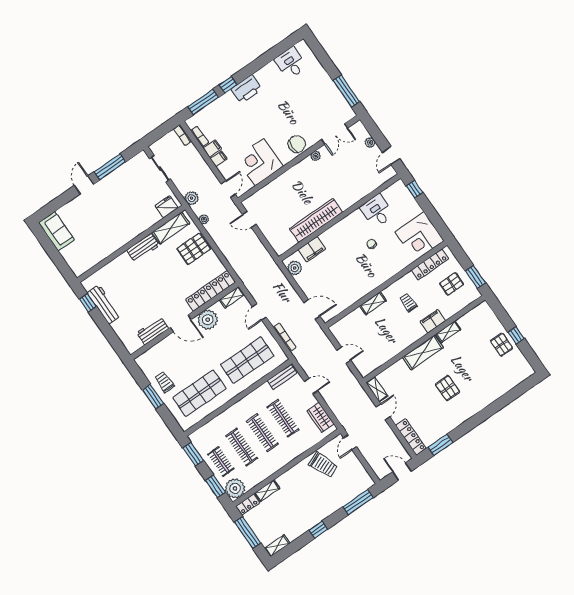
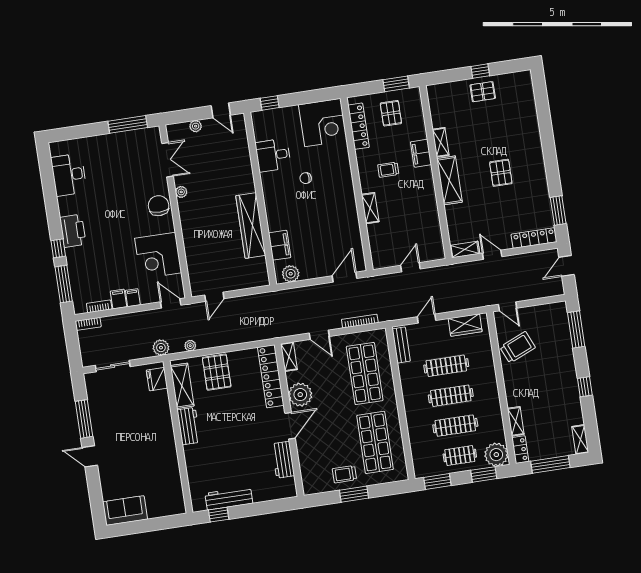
desk: (291, 63) -> (69, 175), width x1.37
pallet: (448, 388) -> (501, 173), turned 90

